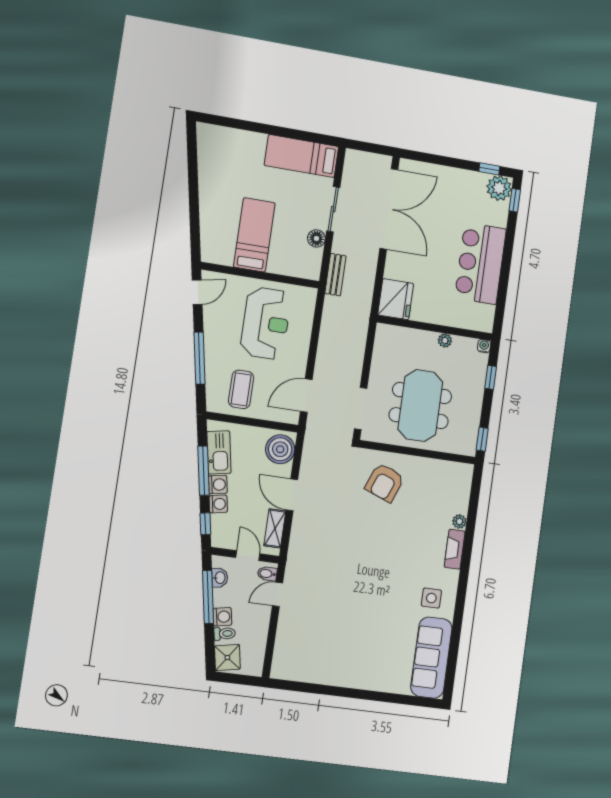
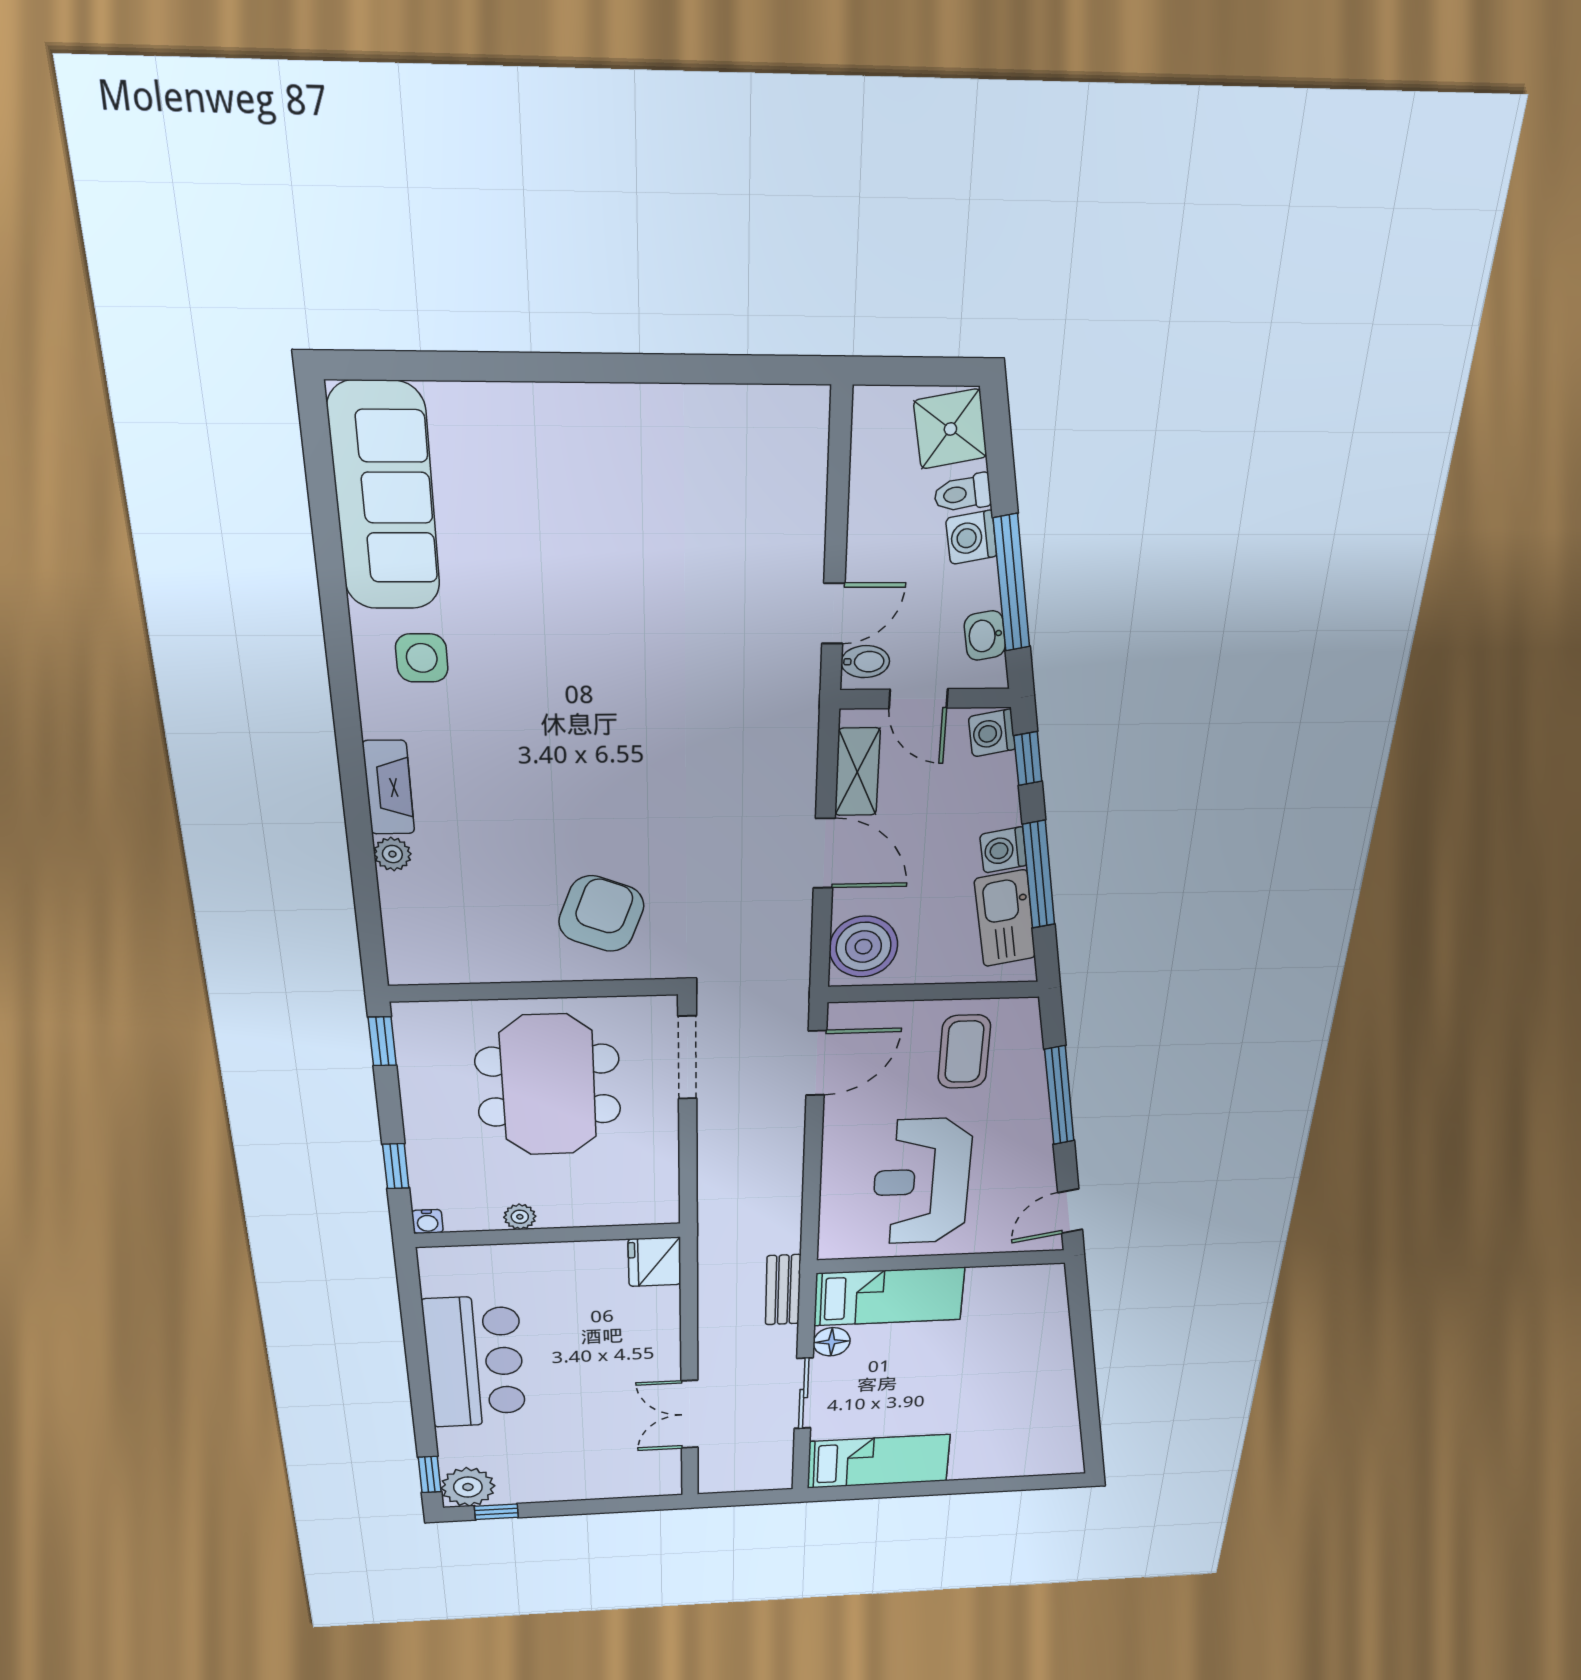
double door: (389, 209) -> (690, 1414), width x0.54
bed: (254, 235) -> (889, 1297), moved, turned -90
fridge: (396, 299) -> (655, 1262), width x0.73, depth x0.75
washing machine: (218, 504) -> (992, 733), moved

